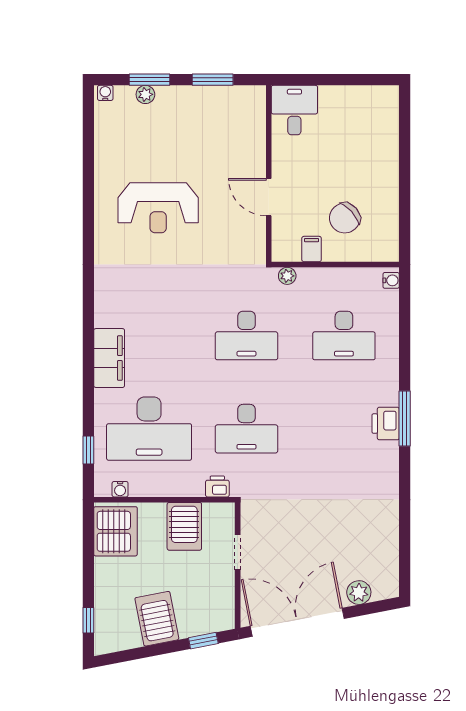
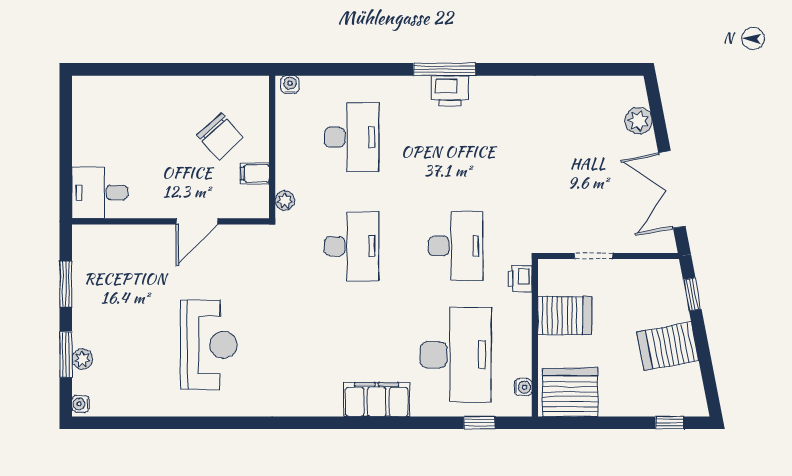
double door: (297, 622) -> (672, 189), width x0.73

